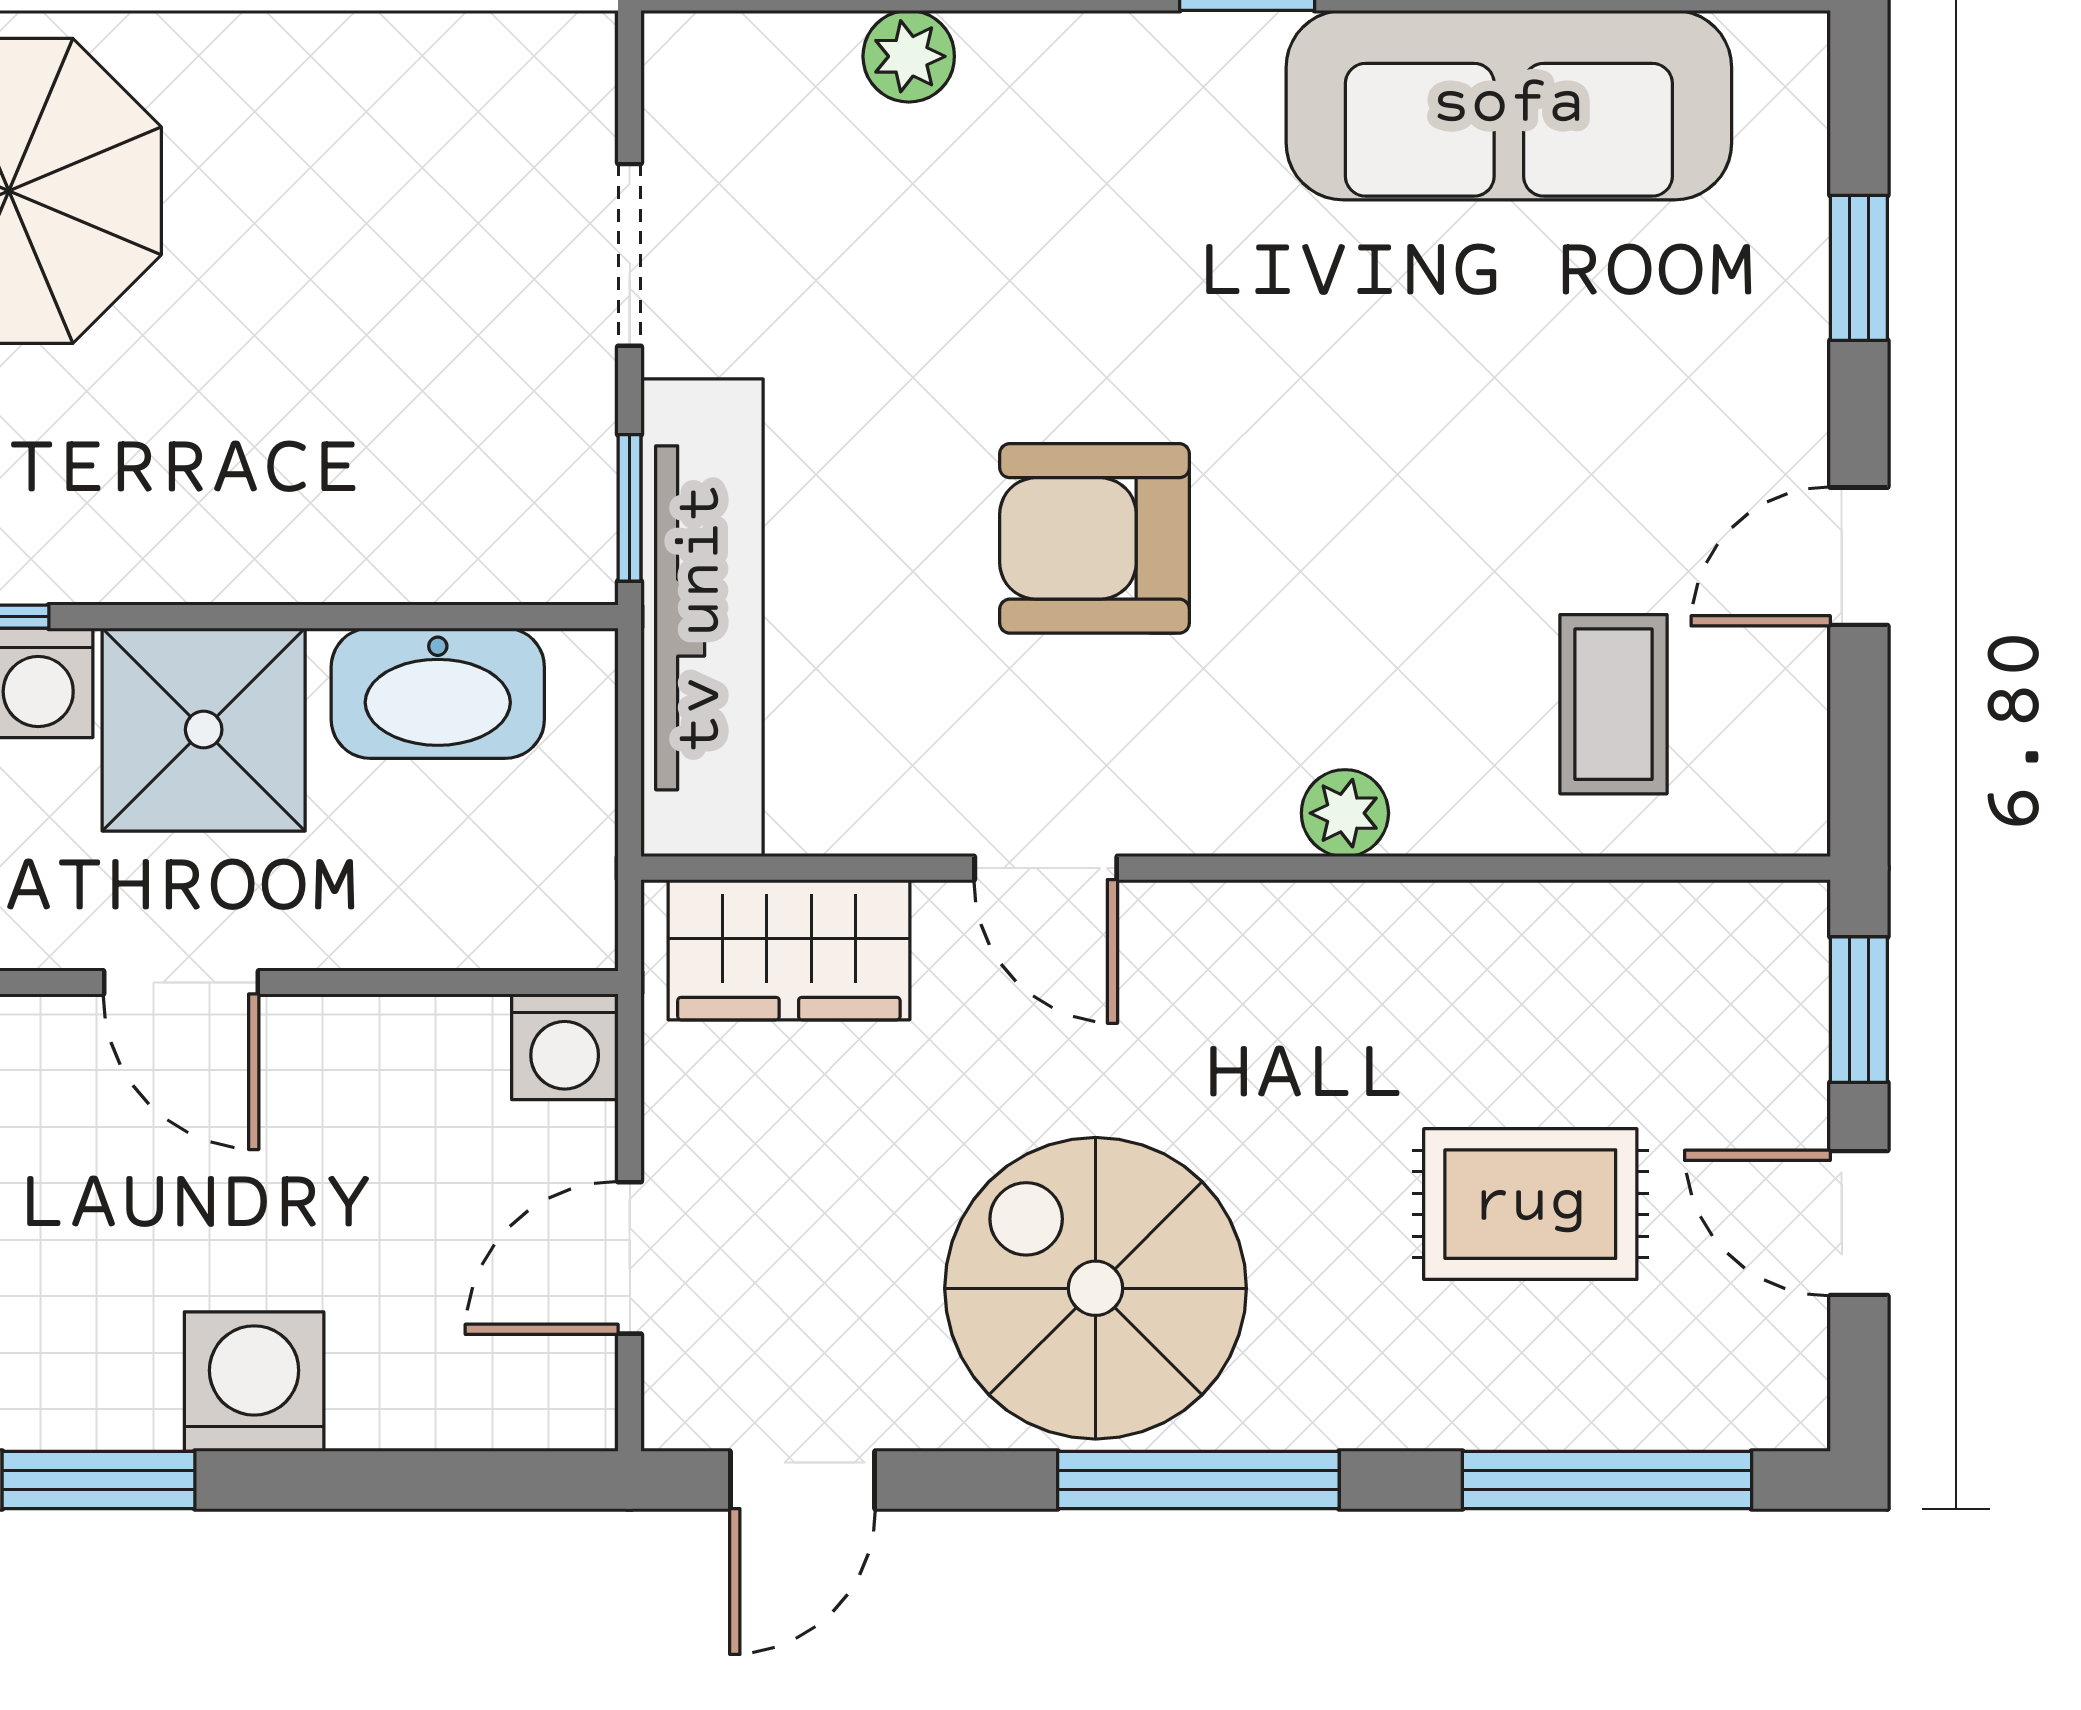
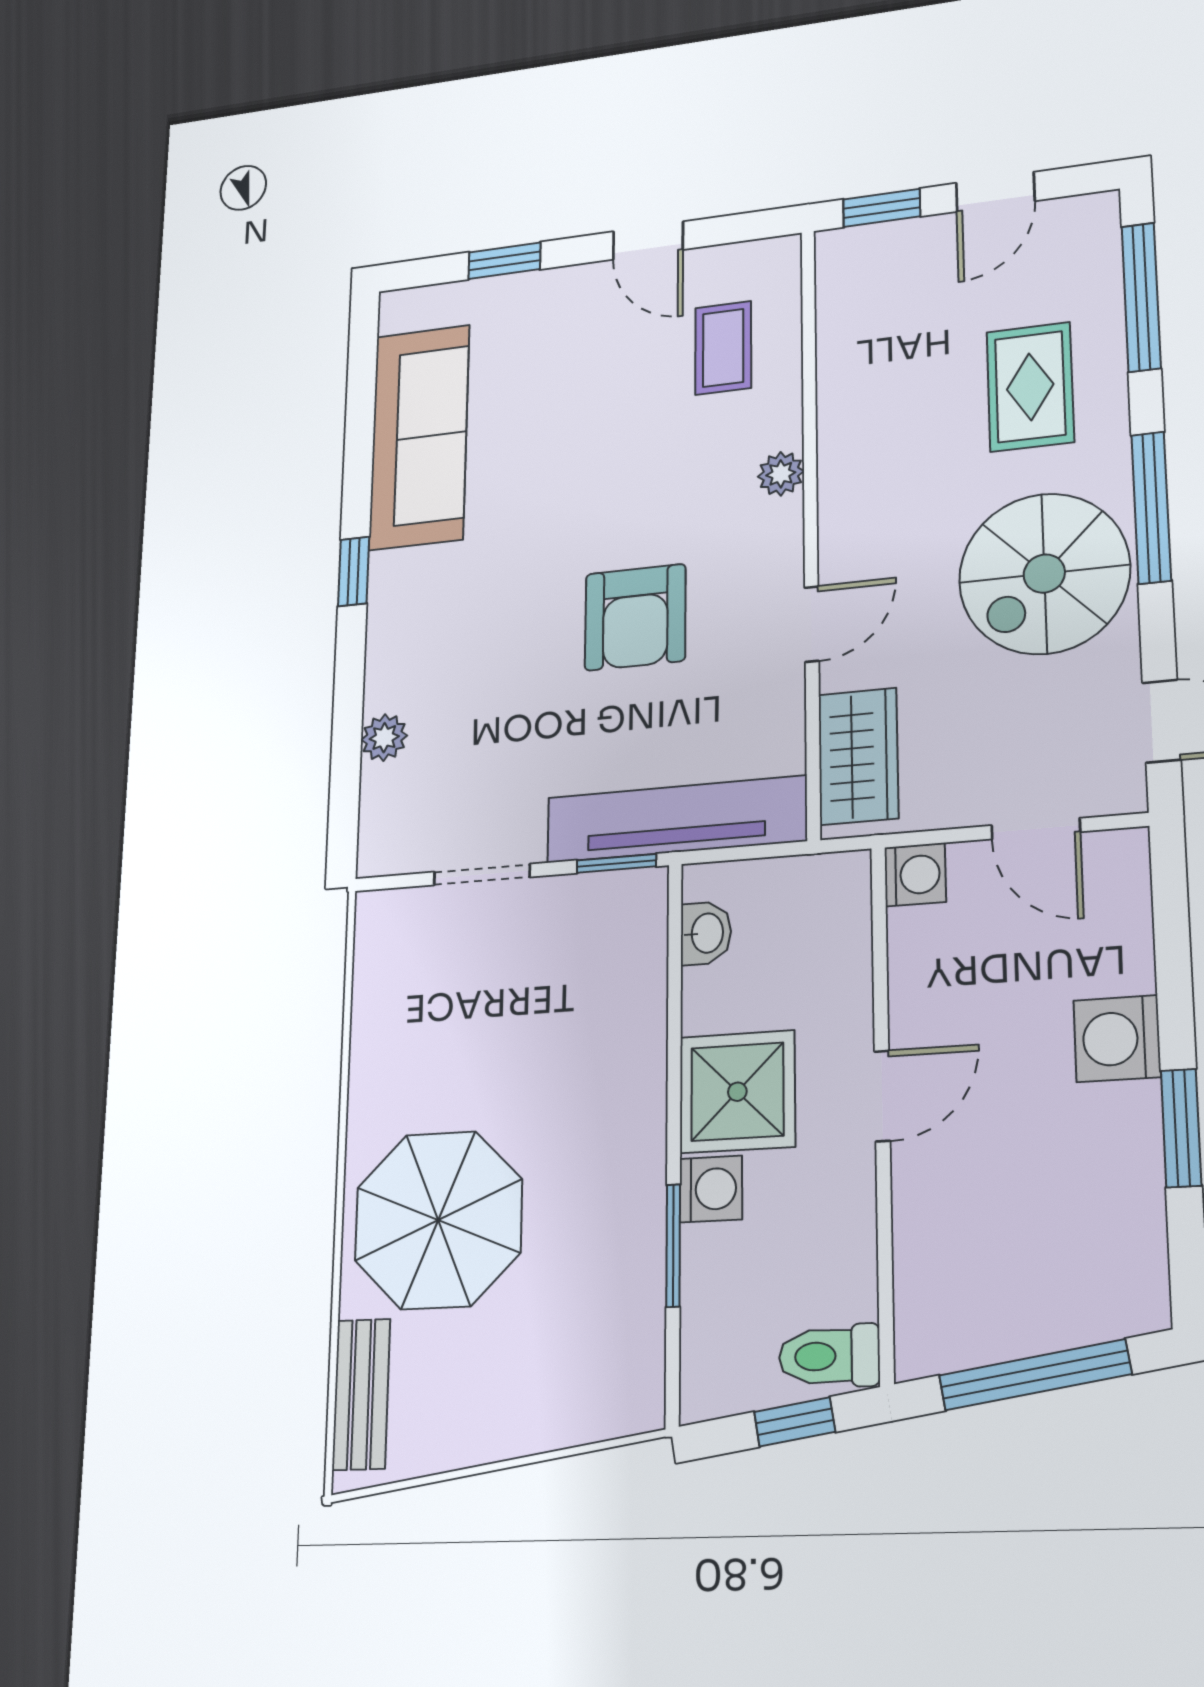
washbasin: (438, 693) -> (706, 933), width x0.52, depth x0.69
coffee table: (1613, 704) -> (723, 348), turned 90
rug: (1530, 1204) -> (1030, 387), moved

